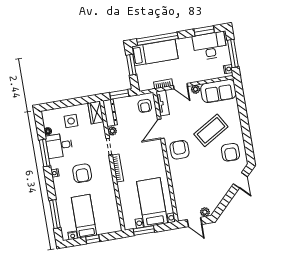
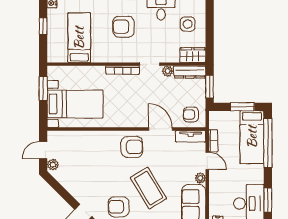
door: (180, 86) -> (207, 161), swing flipped
bed: (84, 216) -> (79, 38), moved, turned -90

